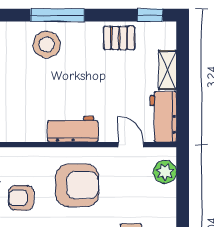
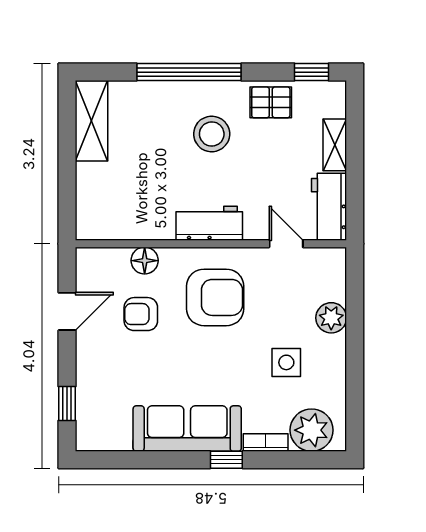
window: (57, 15) -> (189, 72), width x1.46
stool: (47, 45) -> (212, 134), moved
floor lamp: (24, 157) -> (145, 261), added
plant: (165, 172) -> (331, 318), moved

